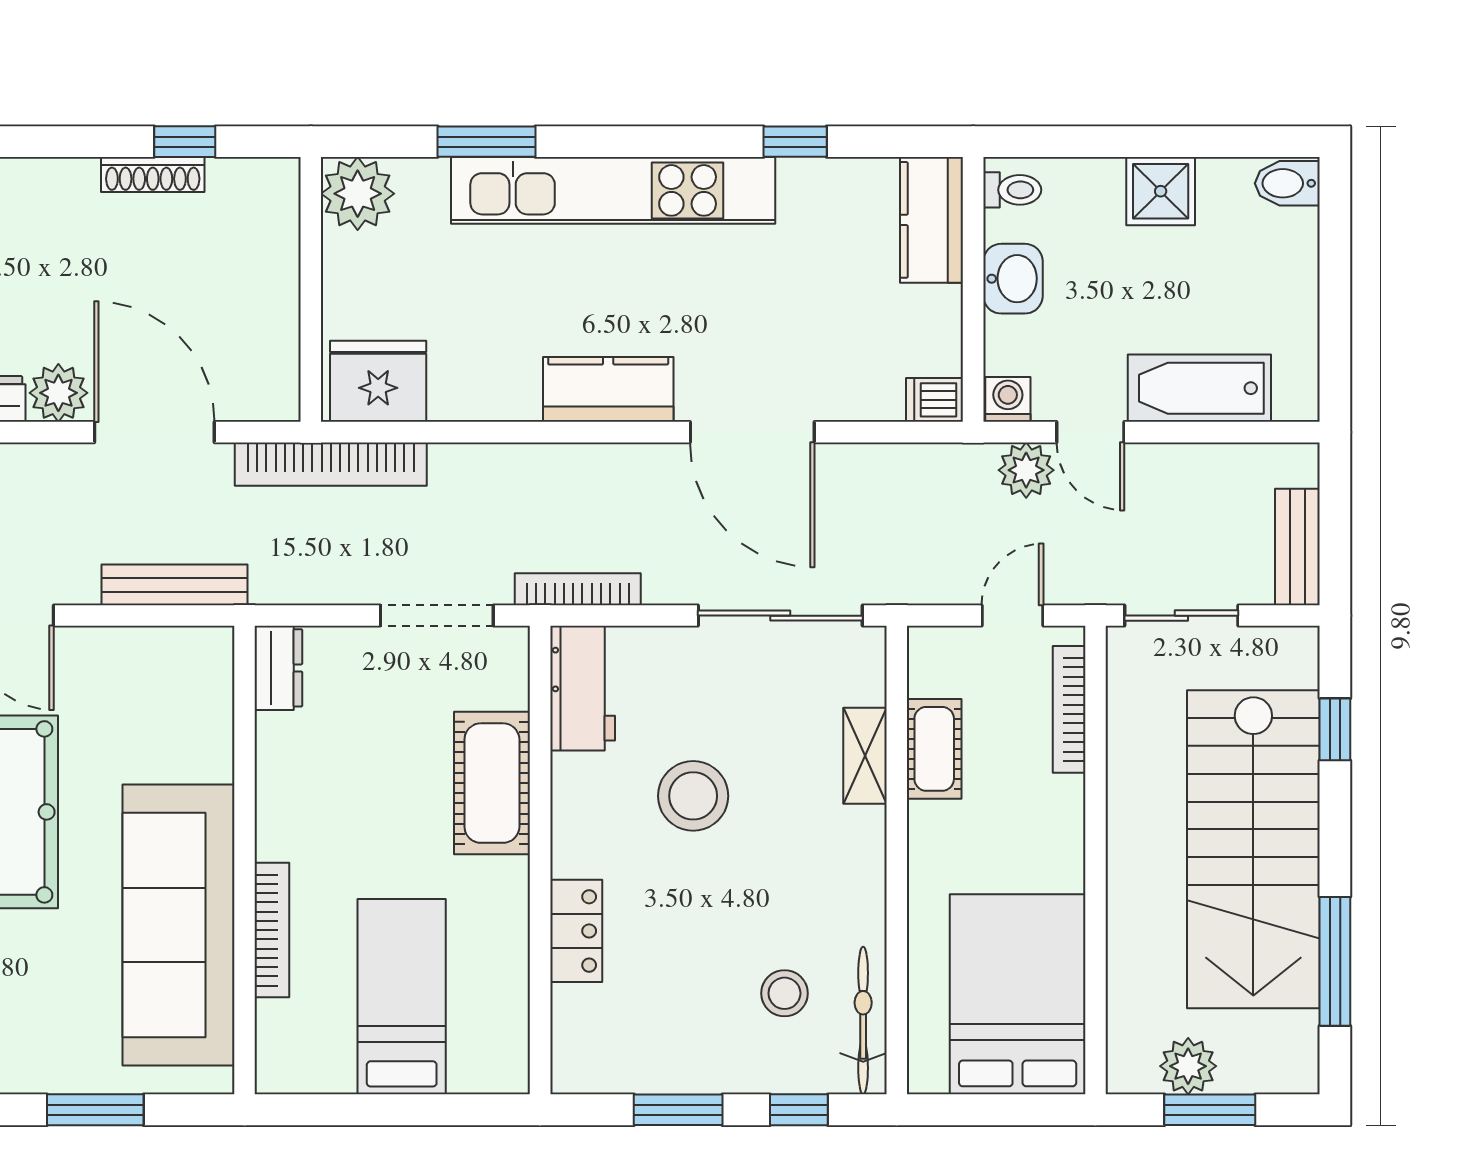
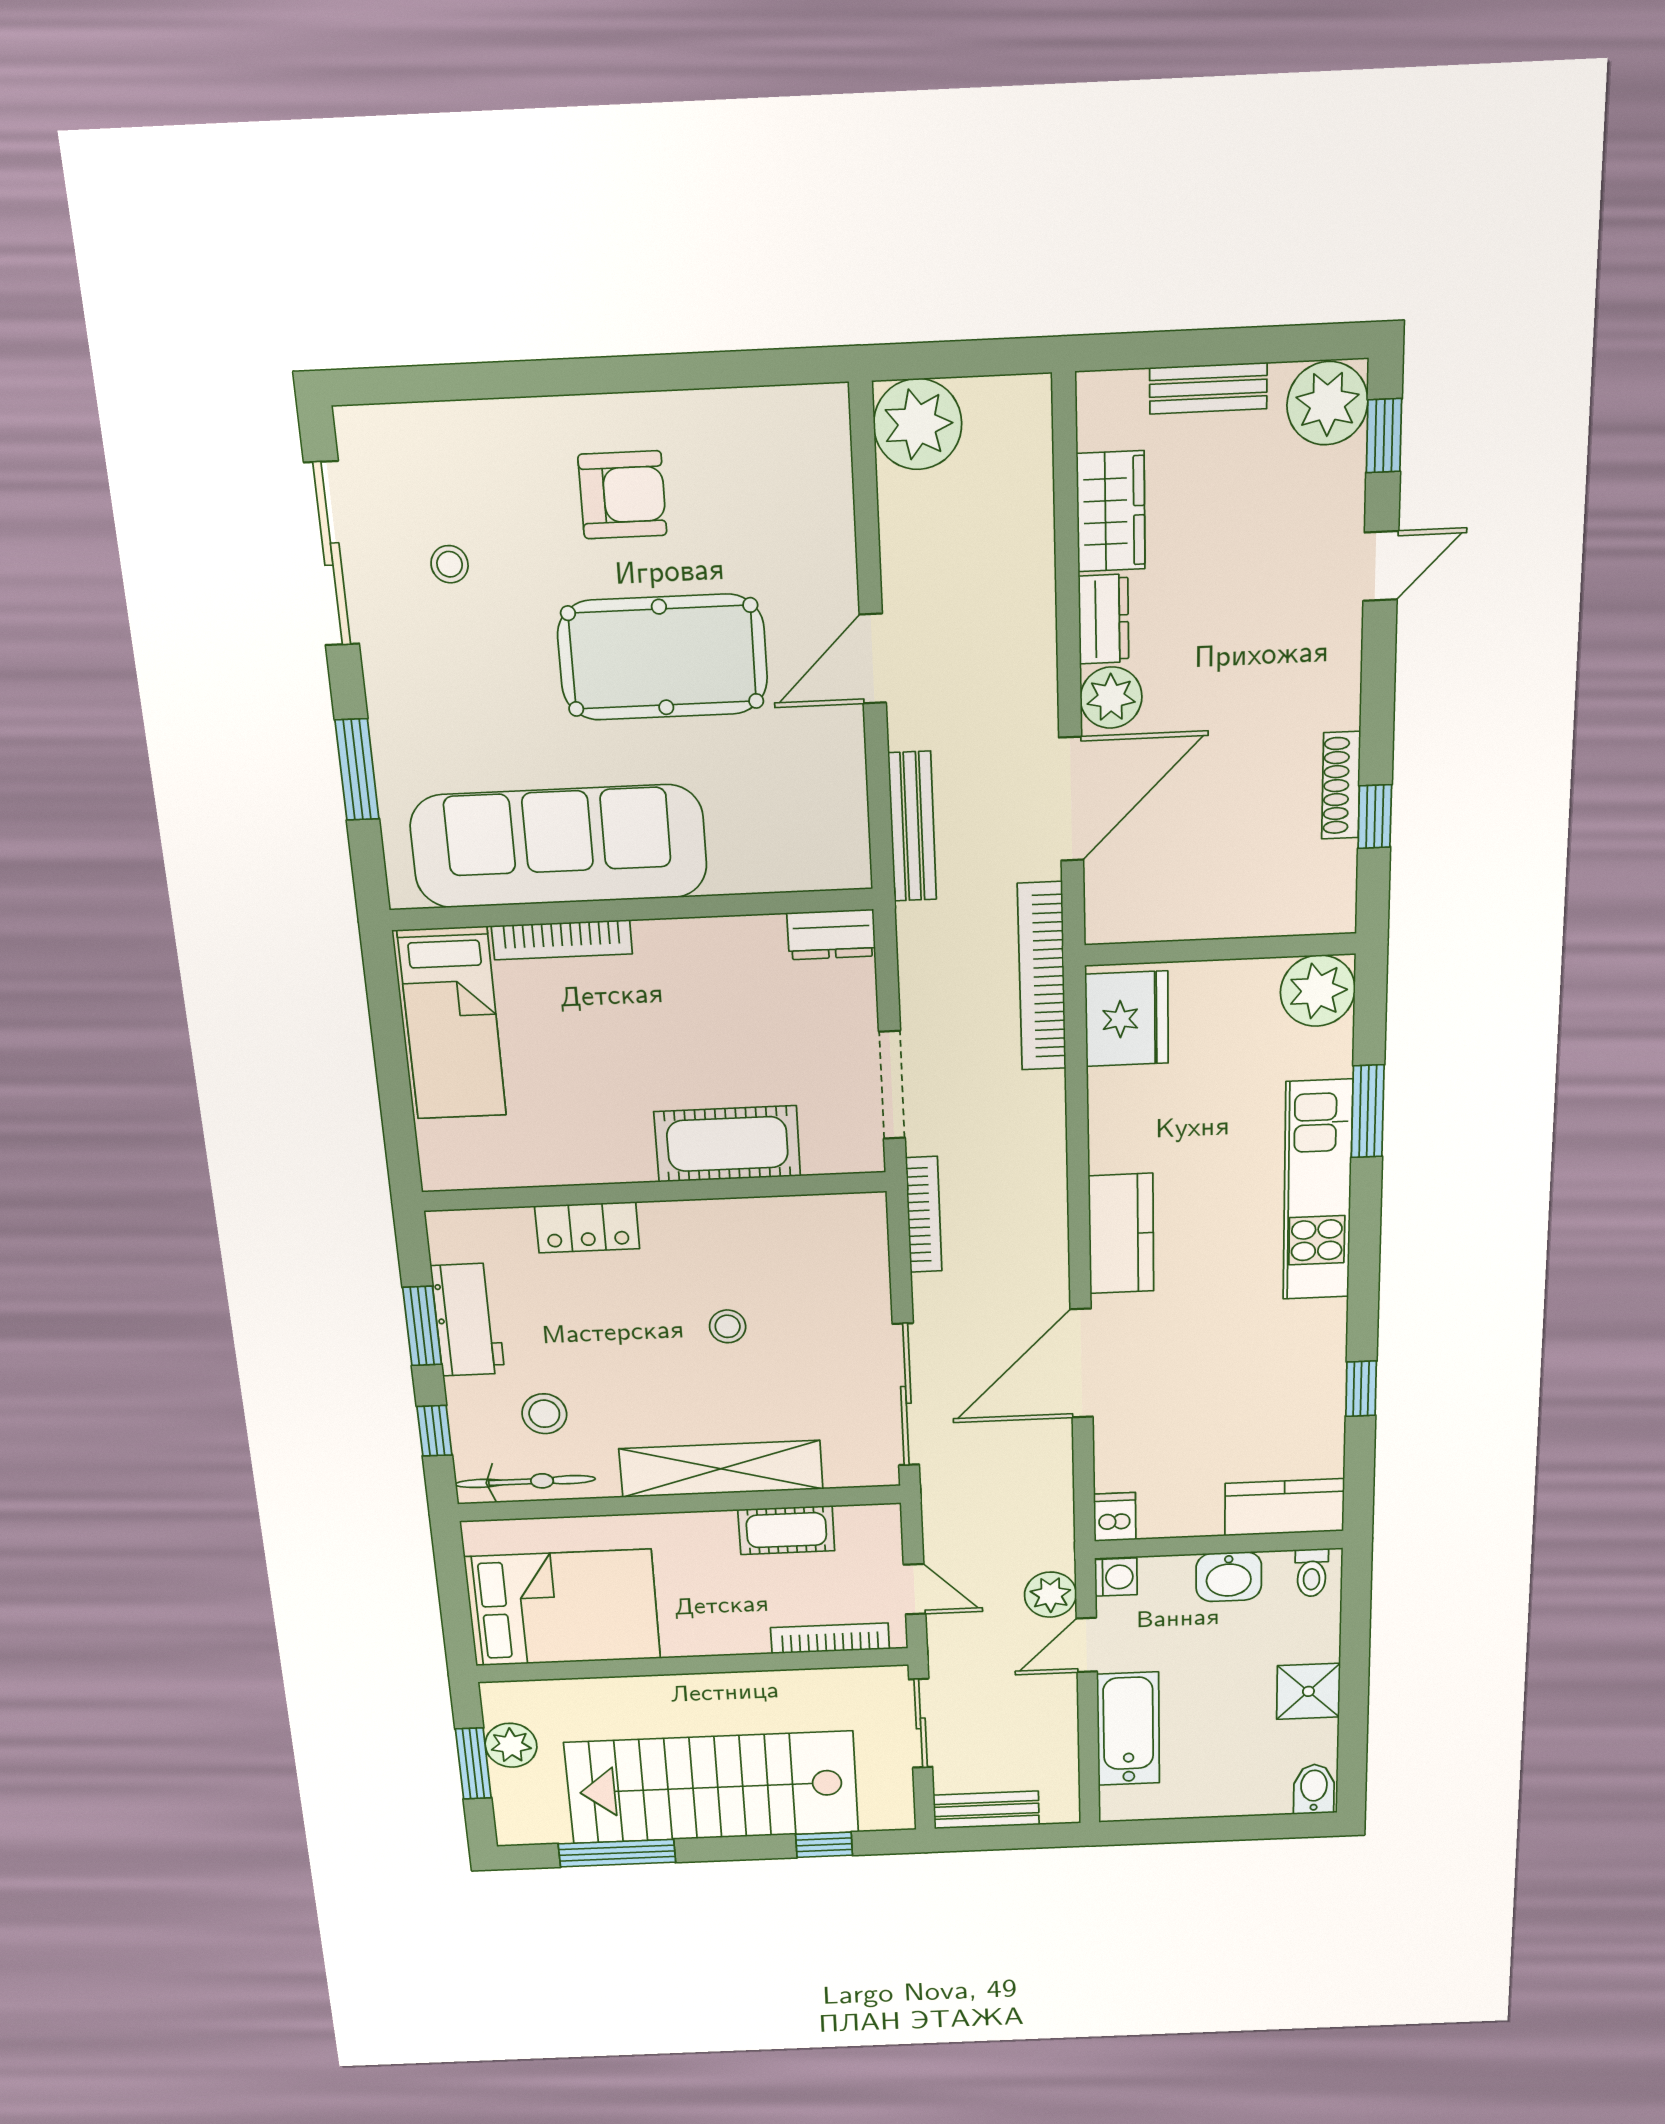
kitchen unit: (613, 190) -> (1318, 1191), width x0.73
workbench: (583, 688) -> (468, 1320), moved, turned -90
shelving: (865, 756) -> (721, 1469), width x2.20, depth x1.33
stool: (693, 796) -> (728, 1326), width x0.53, depth x0.53
bed: (402, 997) -> (452, 1023), moved, turned 90

